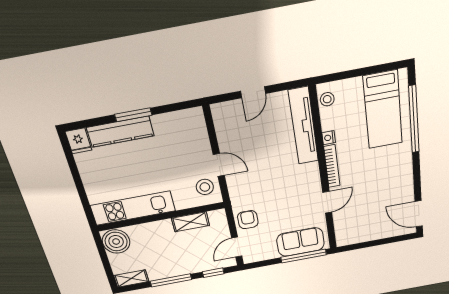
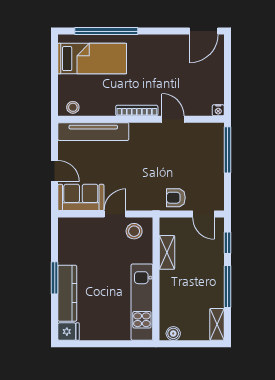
nightstand: (329, 138) -> (218, 110), moved
boiler: (116, 242) -> (173, 333), width x0.54, depth x0.54
sofa: (300, 242) -> (81, 197), moved, turned 90

